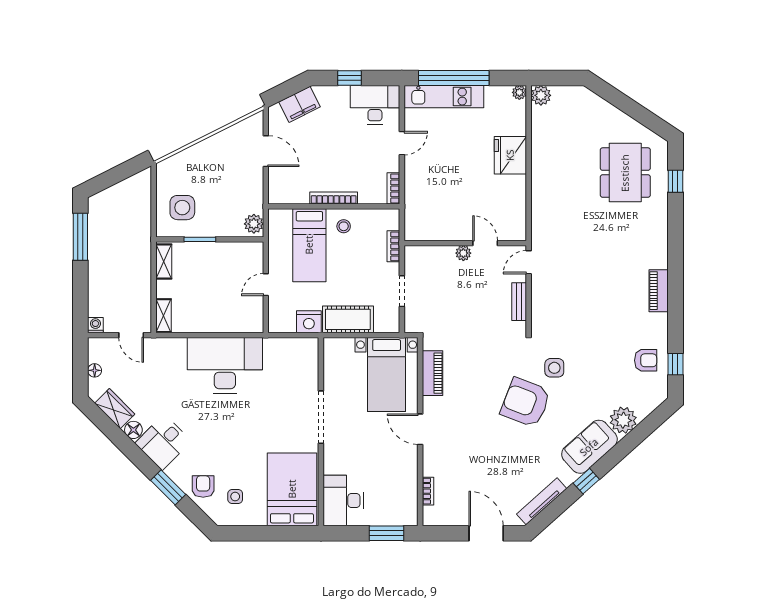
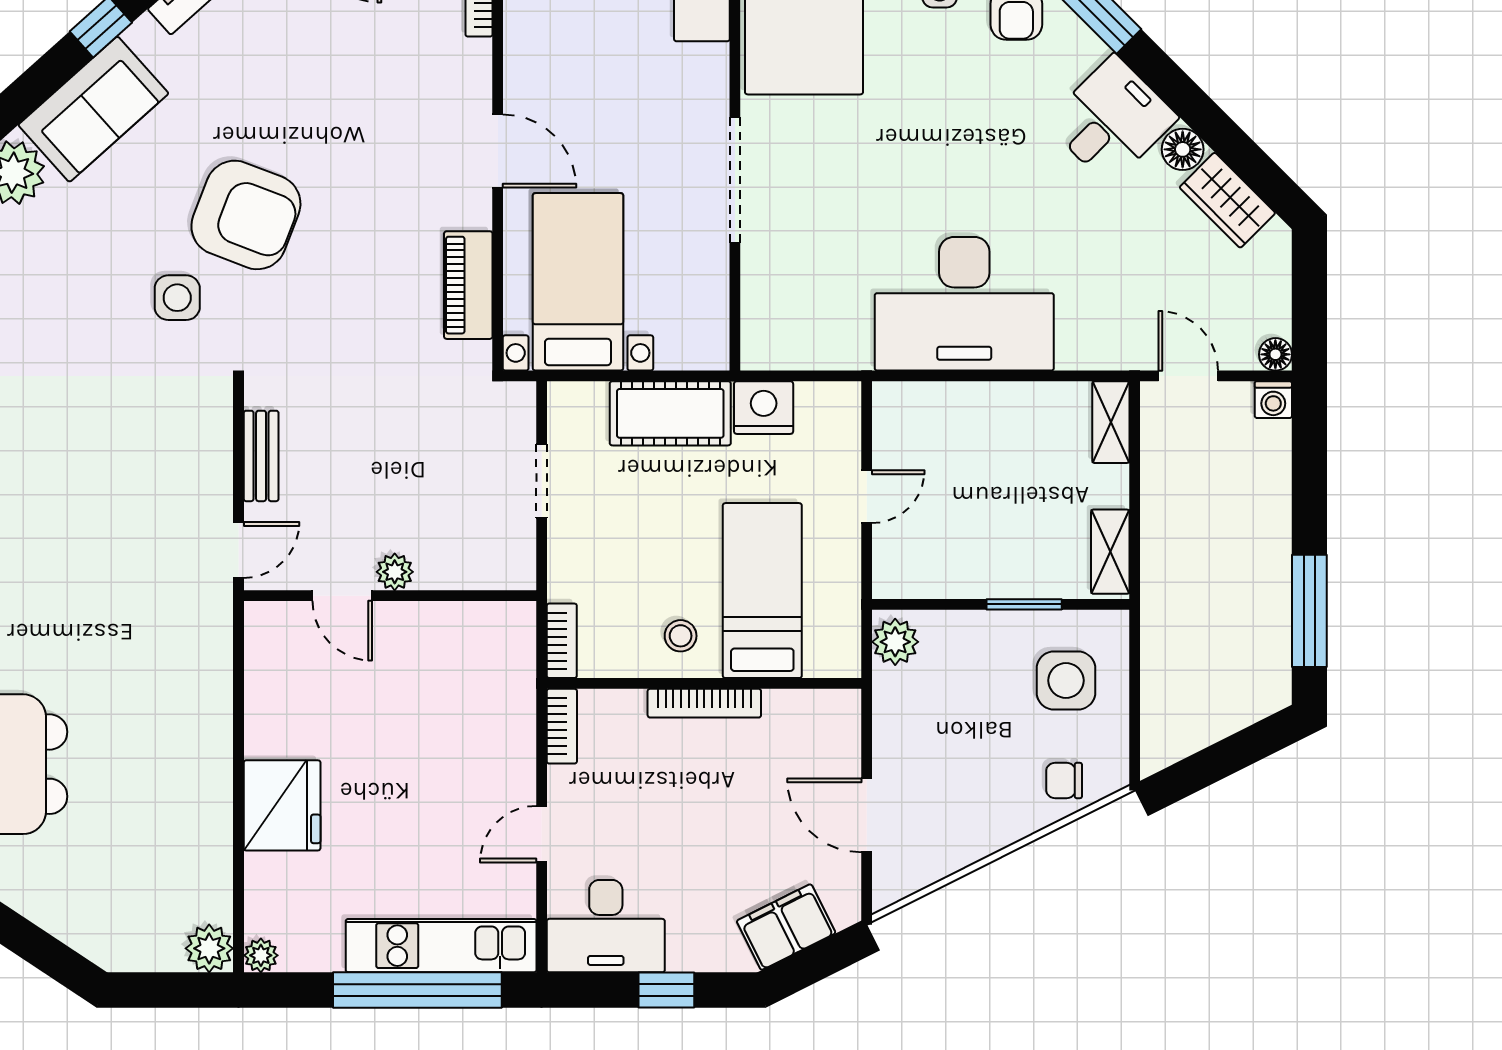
chair: (183, 166) -> (1064, 780), added
bookcase: (393, 246) -> (562, 641), moved
floor lamp: (95, 370) -> (1275, 354), moved

